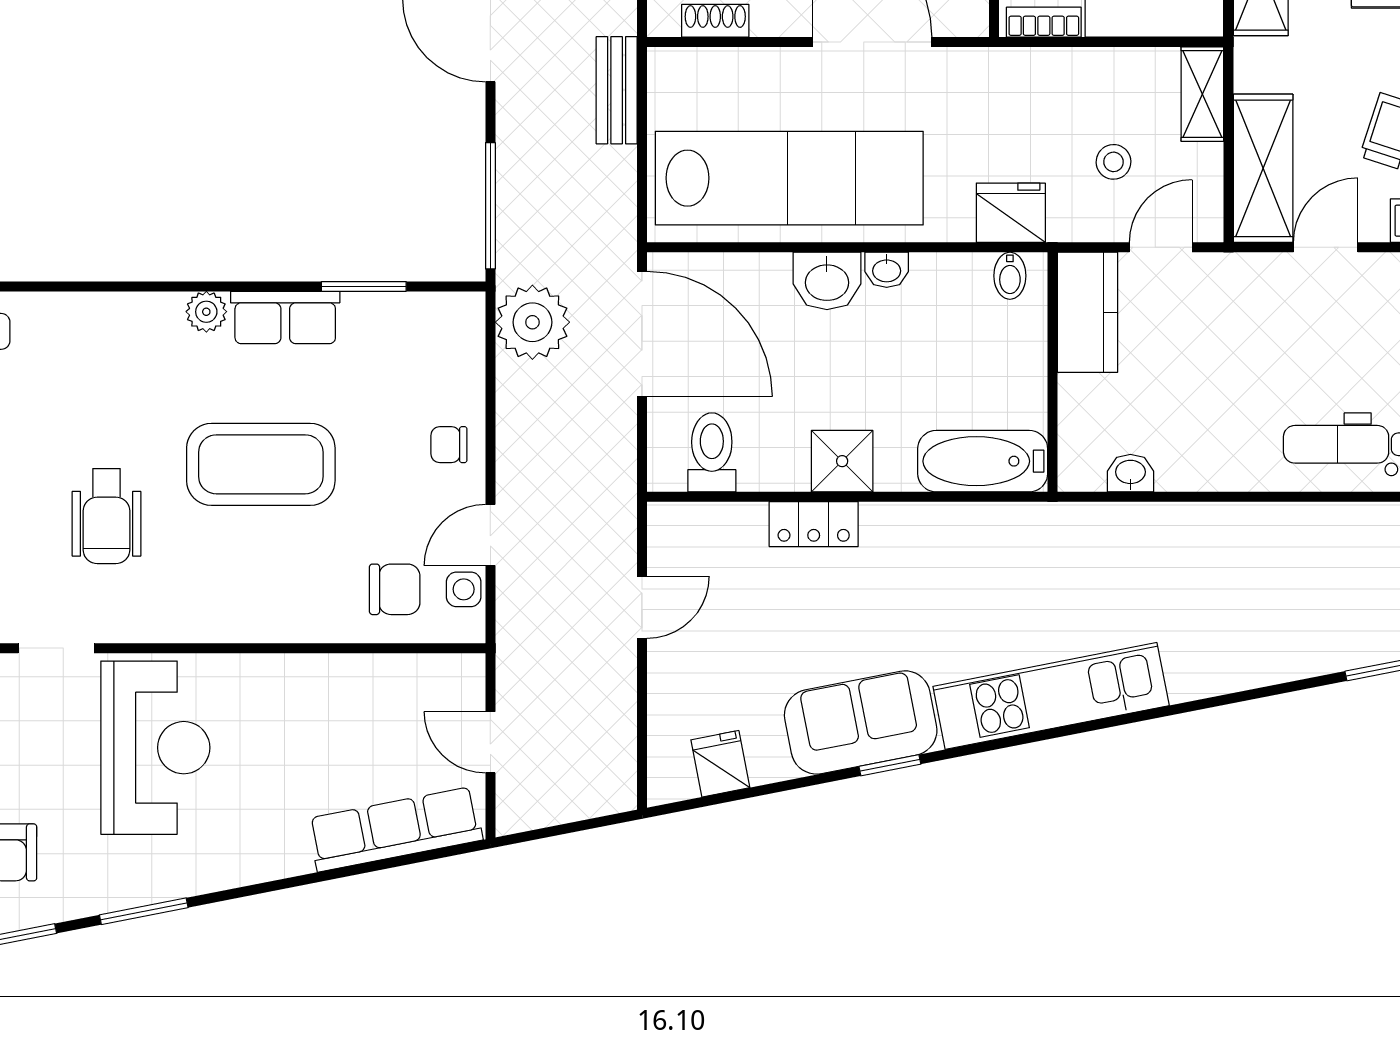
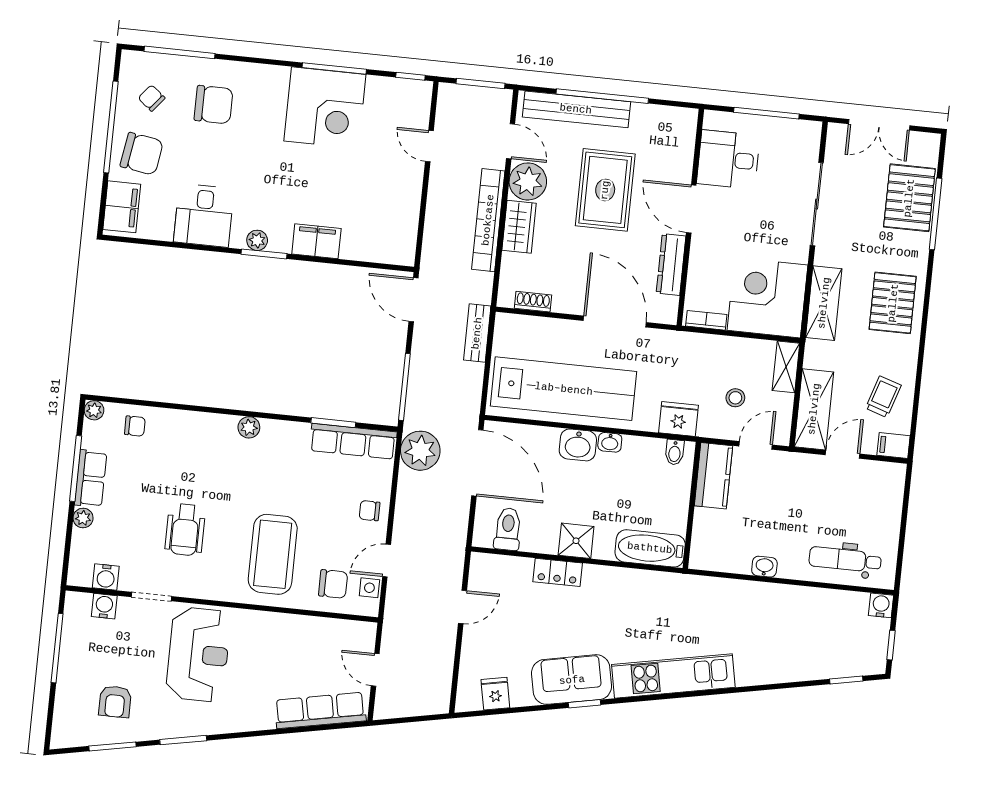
row of seats: (285, 317) -> (353, 441), moved, width x1.48
coffee table: (261, 464) -> (273, 554), moved, turned 90
washbasin: (1130, 473) -> (764, 567), moved

